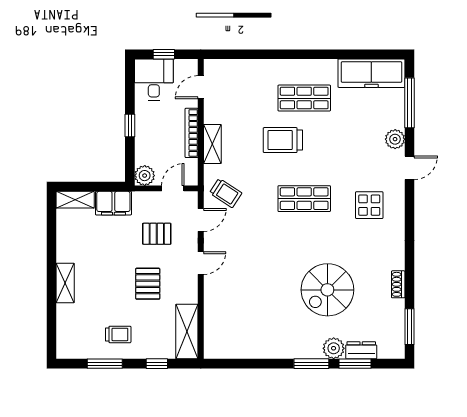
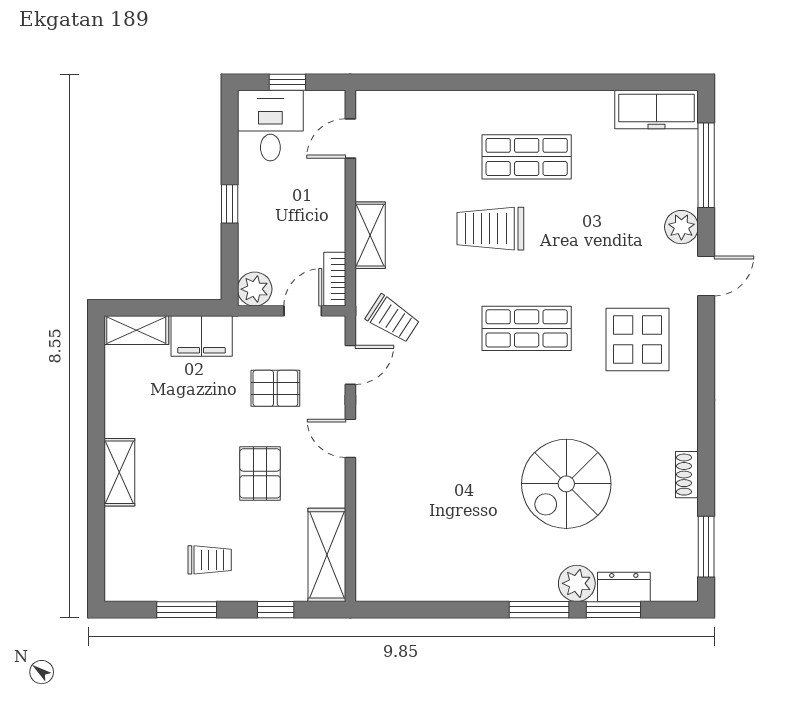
freezer: (371, 73) -> (657, 110), width x0.73, depth x0.79
bookcase: (192, 133) -> (335, 279), moved, width x0.64
display table: (369, 205) -> (638, 340), width x1.36, depth x1.36
door: (201, 263) -> (350, 438), swing flipped

